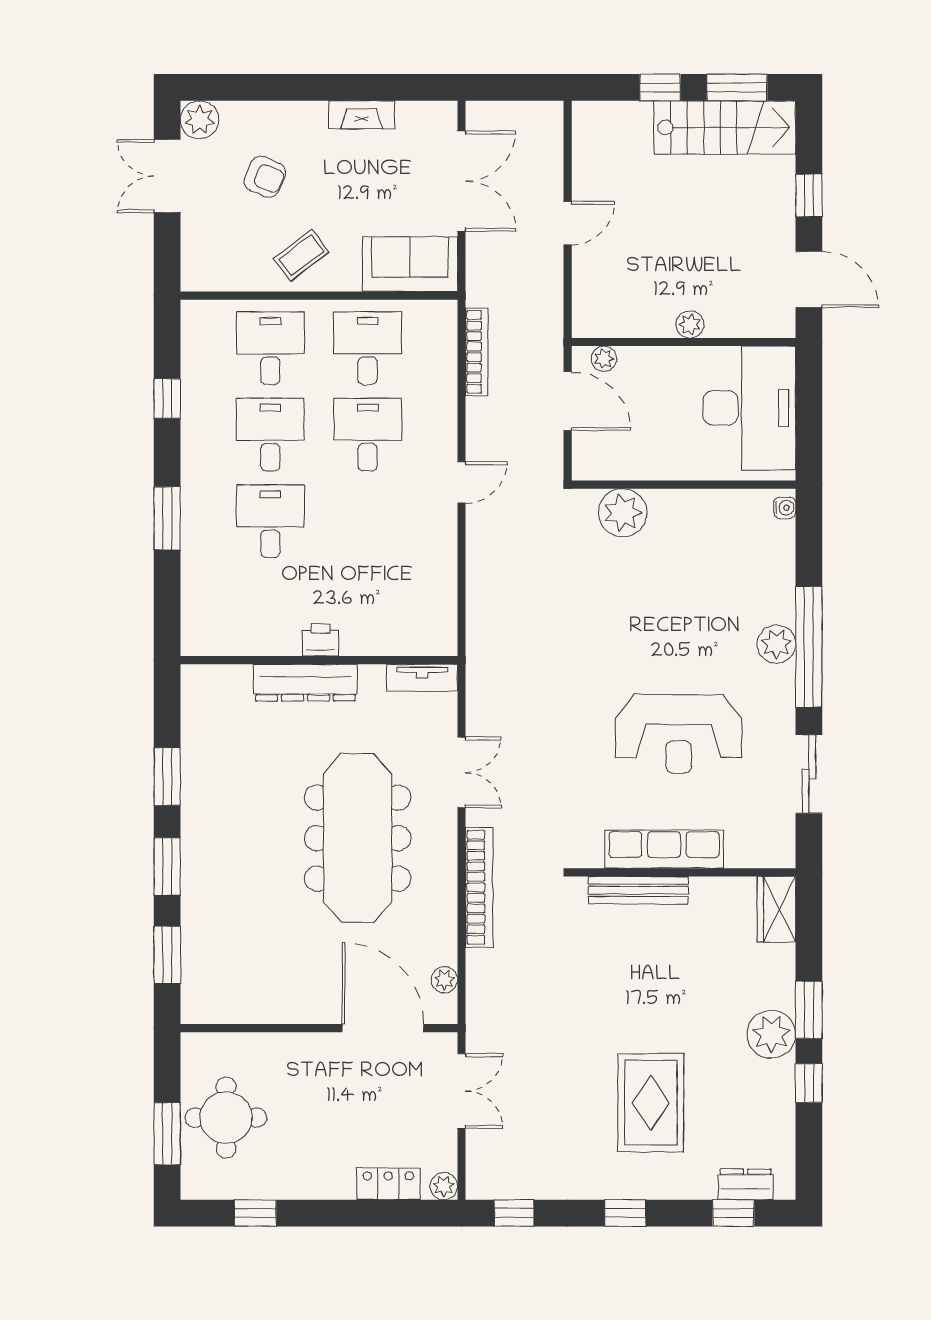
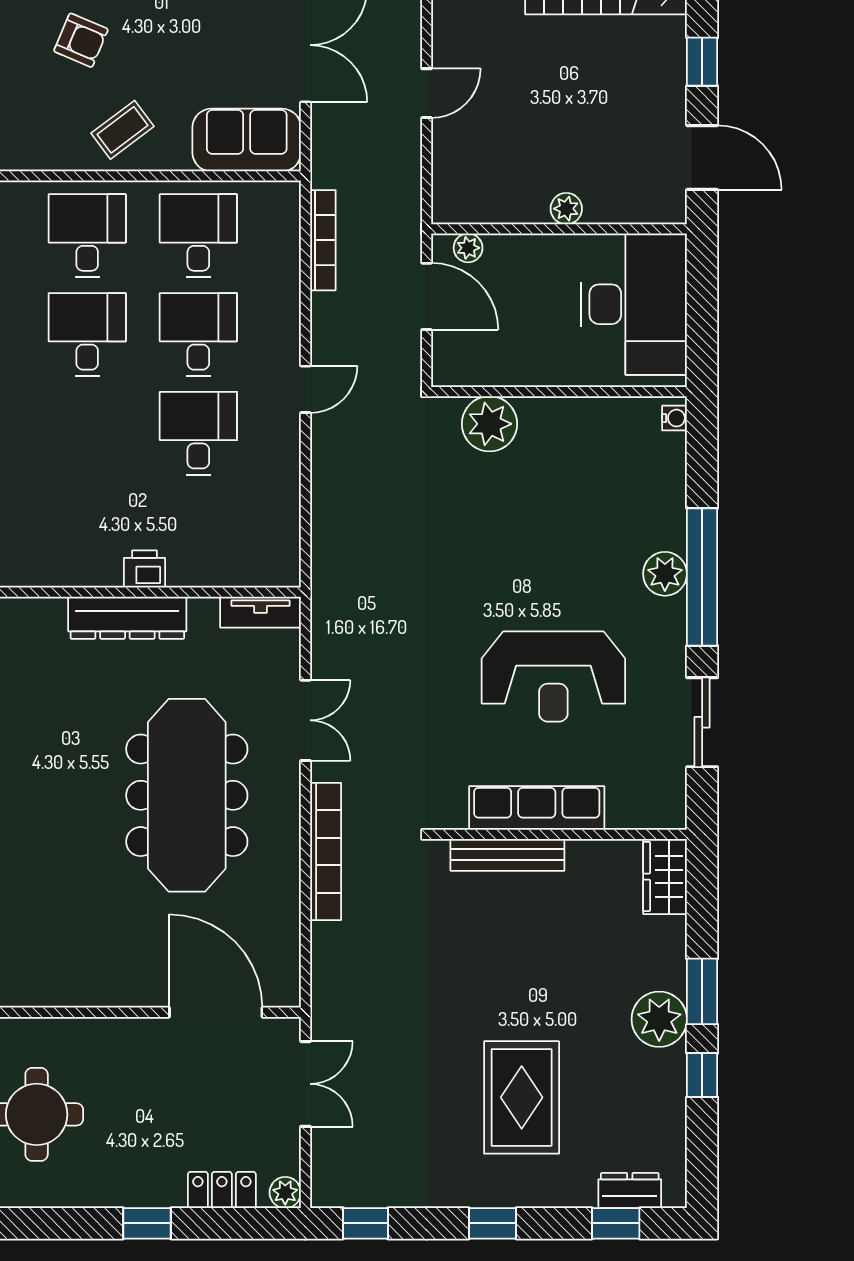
desk: (270, 521) -> (198, 433), moved
plant: (444, 980) -> (286, 957), removed
window: (255, 1213) -> (147, 1223), moved

